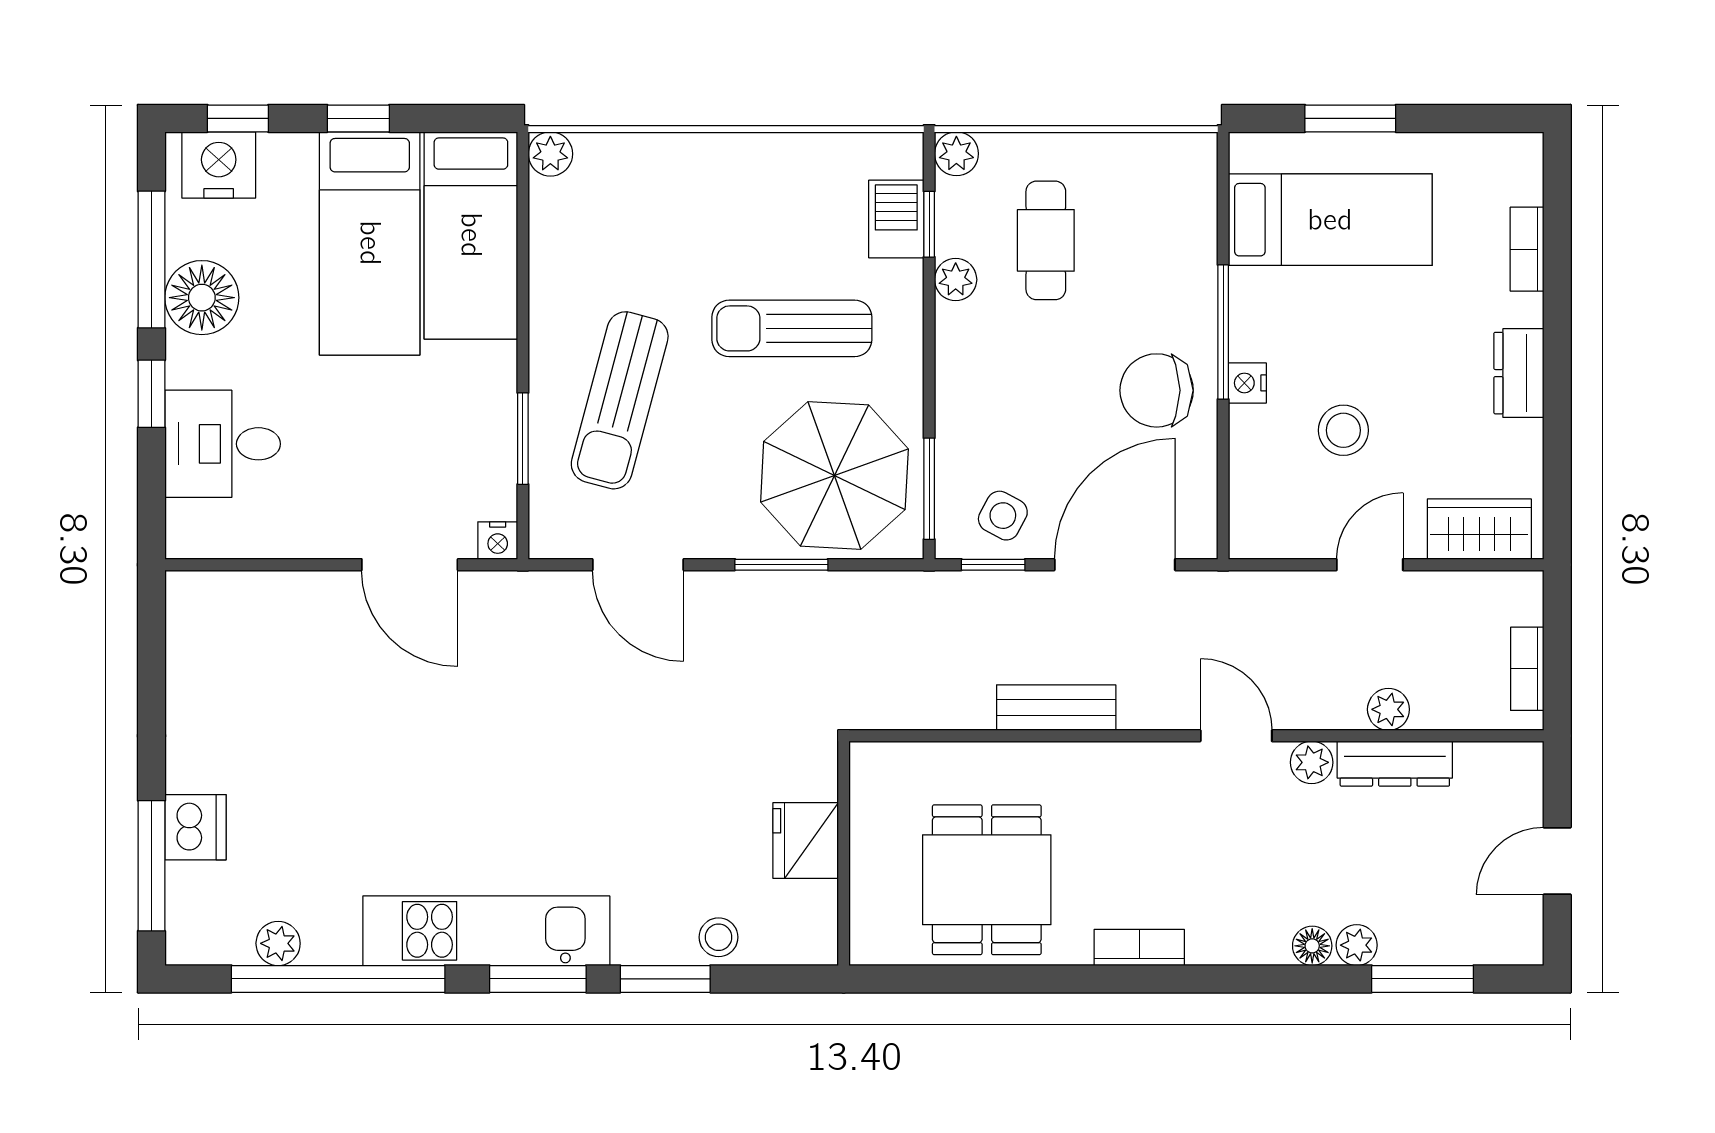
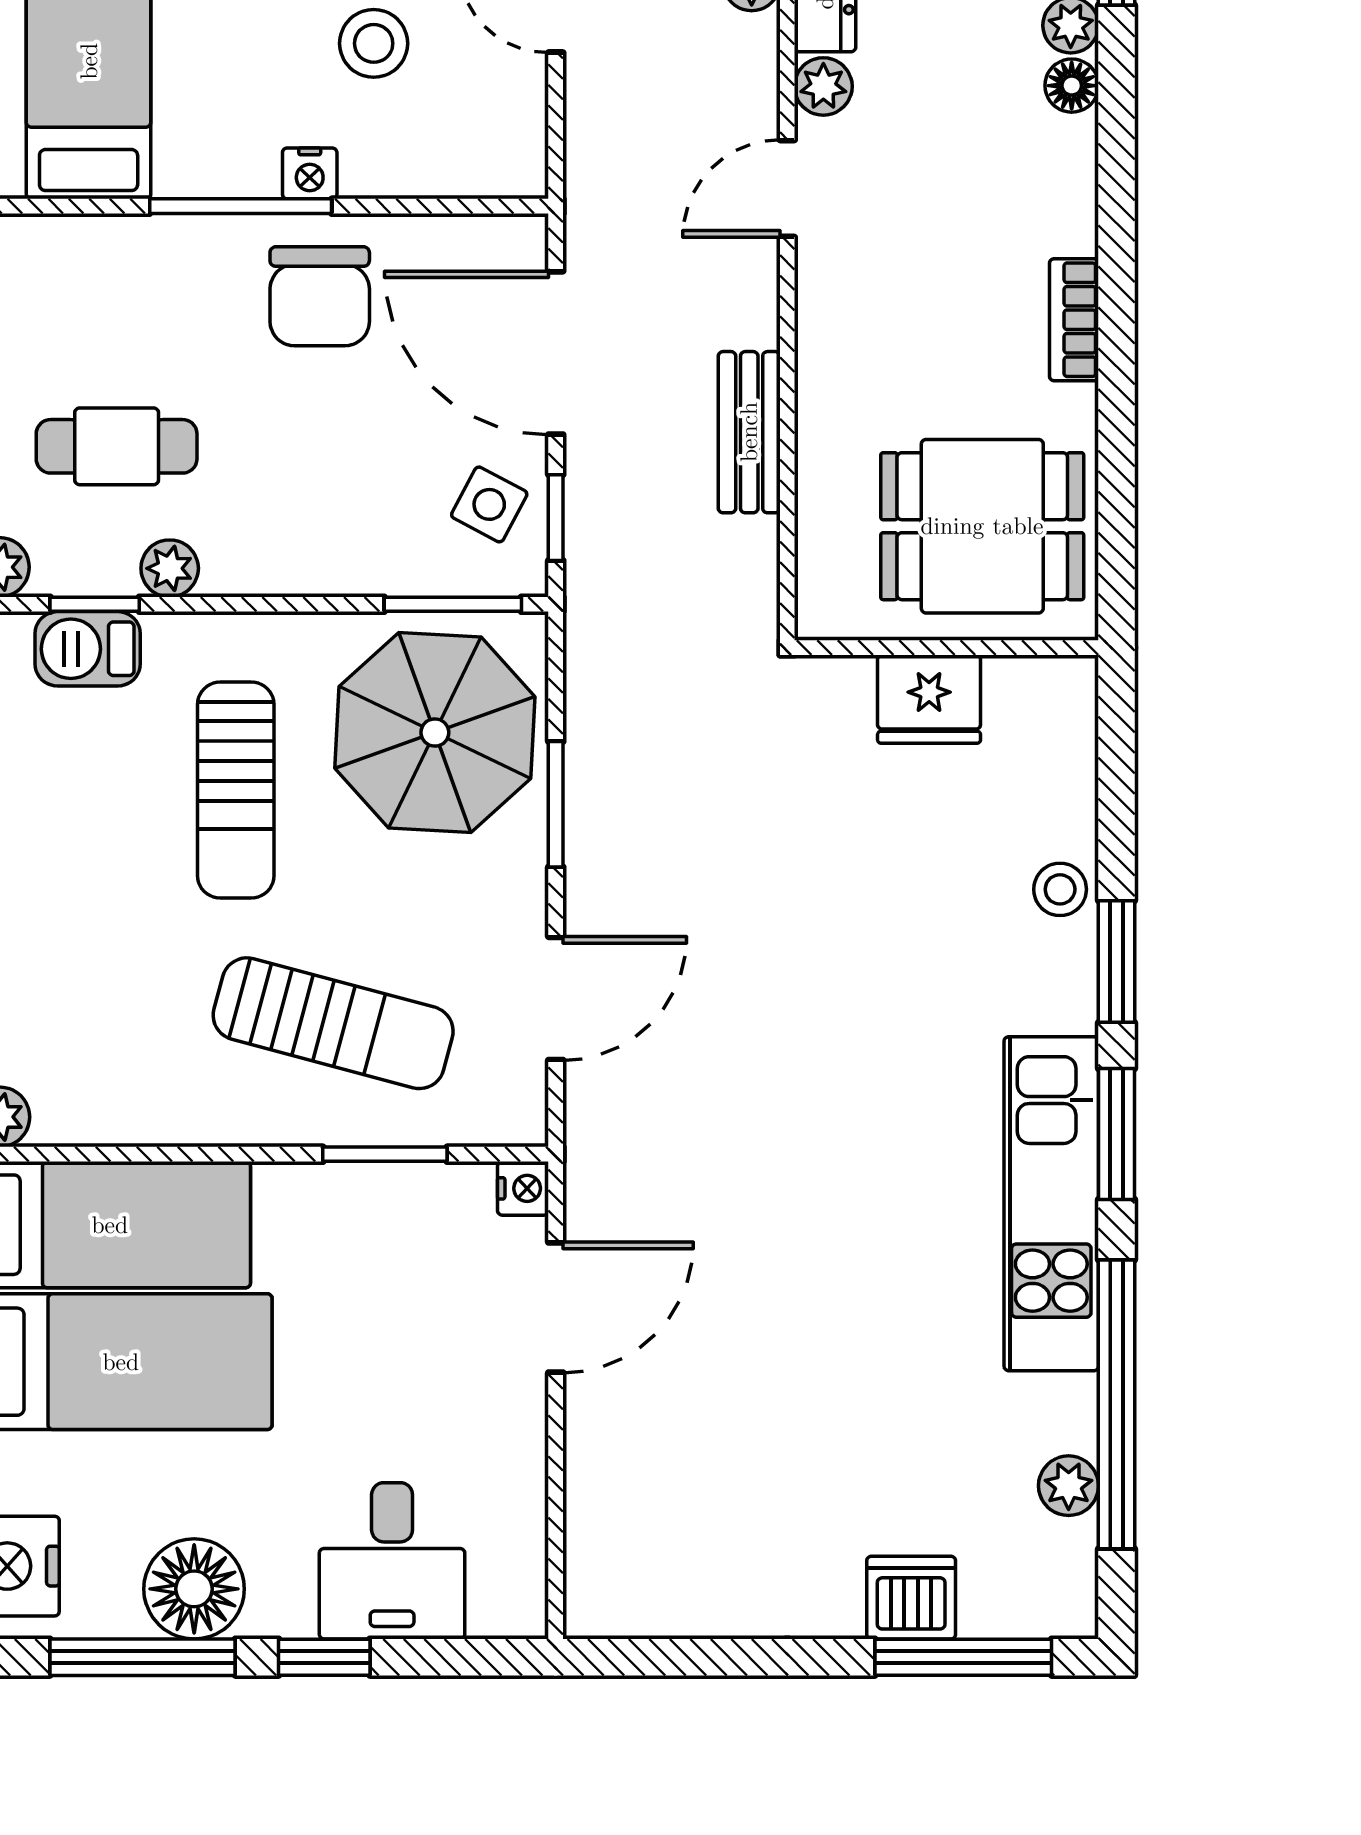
fridge: (806, 840) -> (929, 699), moved
wall: (844, 853) -> (946, 648), moved

